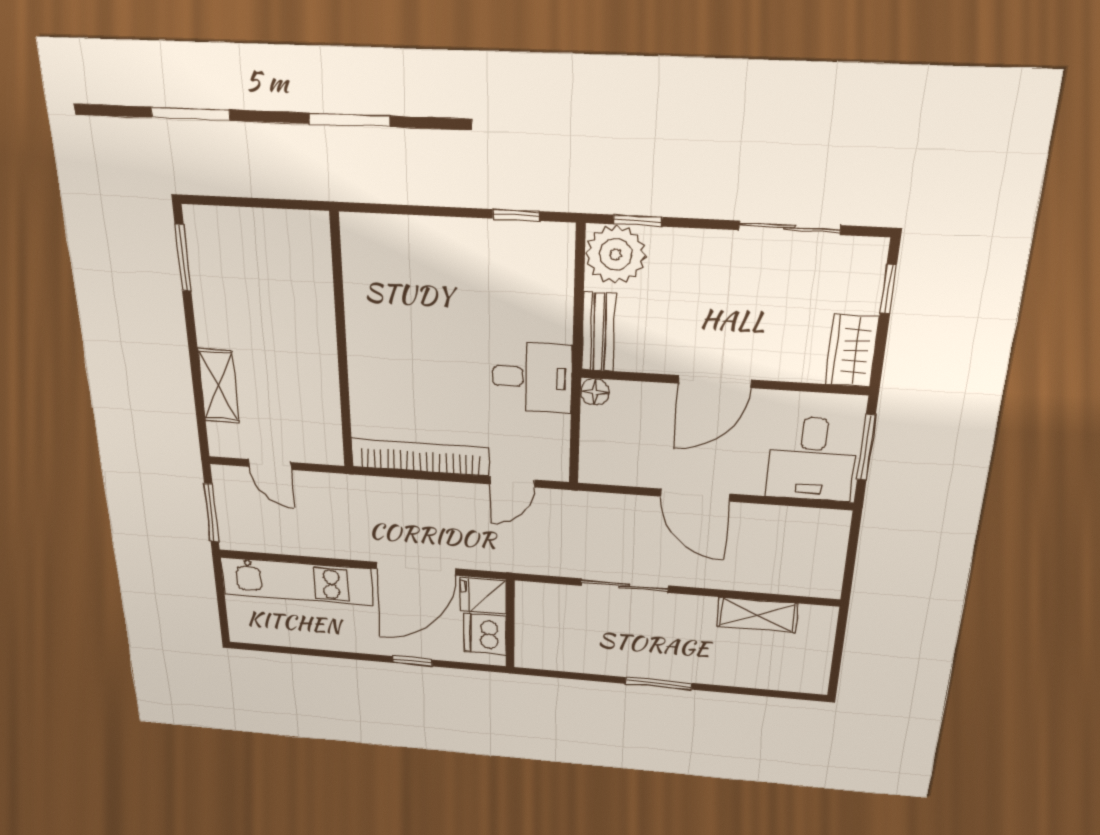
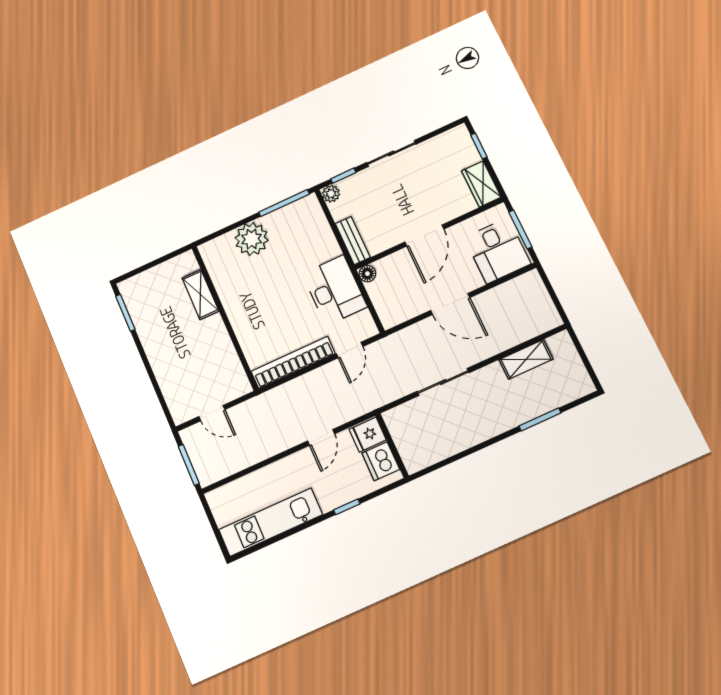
window: (516, 215) -> (284, 203), width x2.17
sliding door: (790, 228) -> (391, 153), moved
plant: (435, 246) -> (252, 239), added
plant: (616, 254) -> (331, 194), width x0.53, depth x0.53
desk: (532, 378) -> (335, 290), width x1.37
shelving: (218, 386) -> (200, 295), moved
door: (416, 569) -> (321, 437), width x0.53
kitchen unit: (297, 581) -> (271, 522), moved, turned 180
window: (659, 683) -> (540, 419), moved

